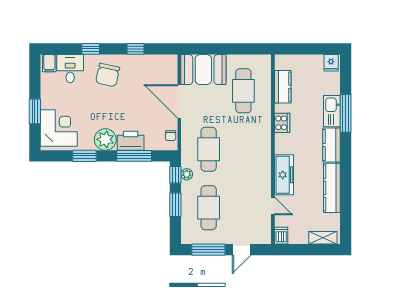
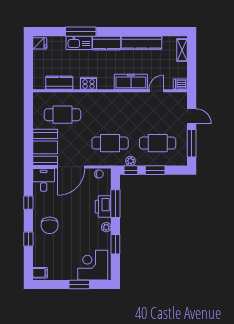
desk: (70, 69) -> (44, 180), moved, turned 90
chair: (108, 75) -> (50, 225), turned 78
plant: (105, 139) -> (106, 227), width x0.53, depth x0.53

